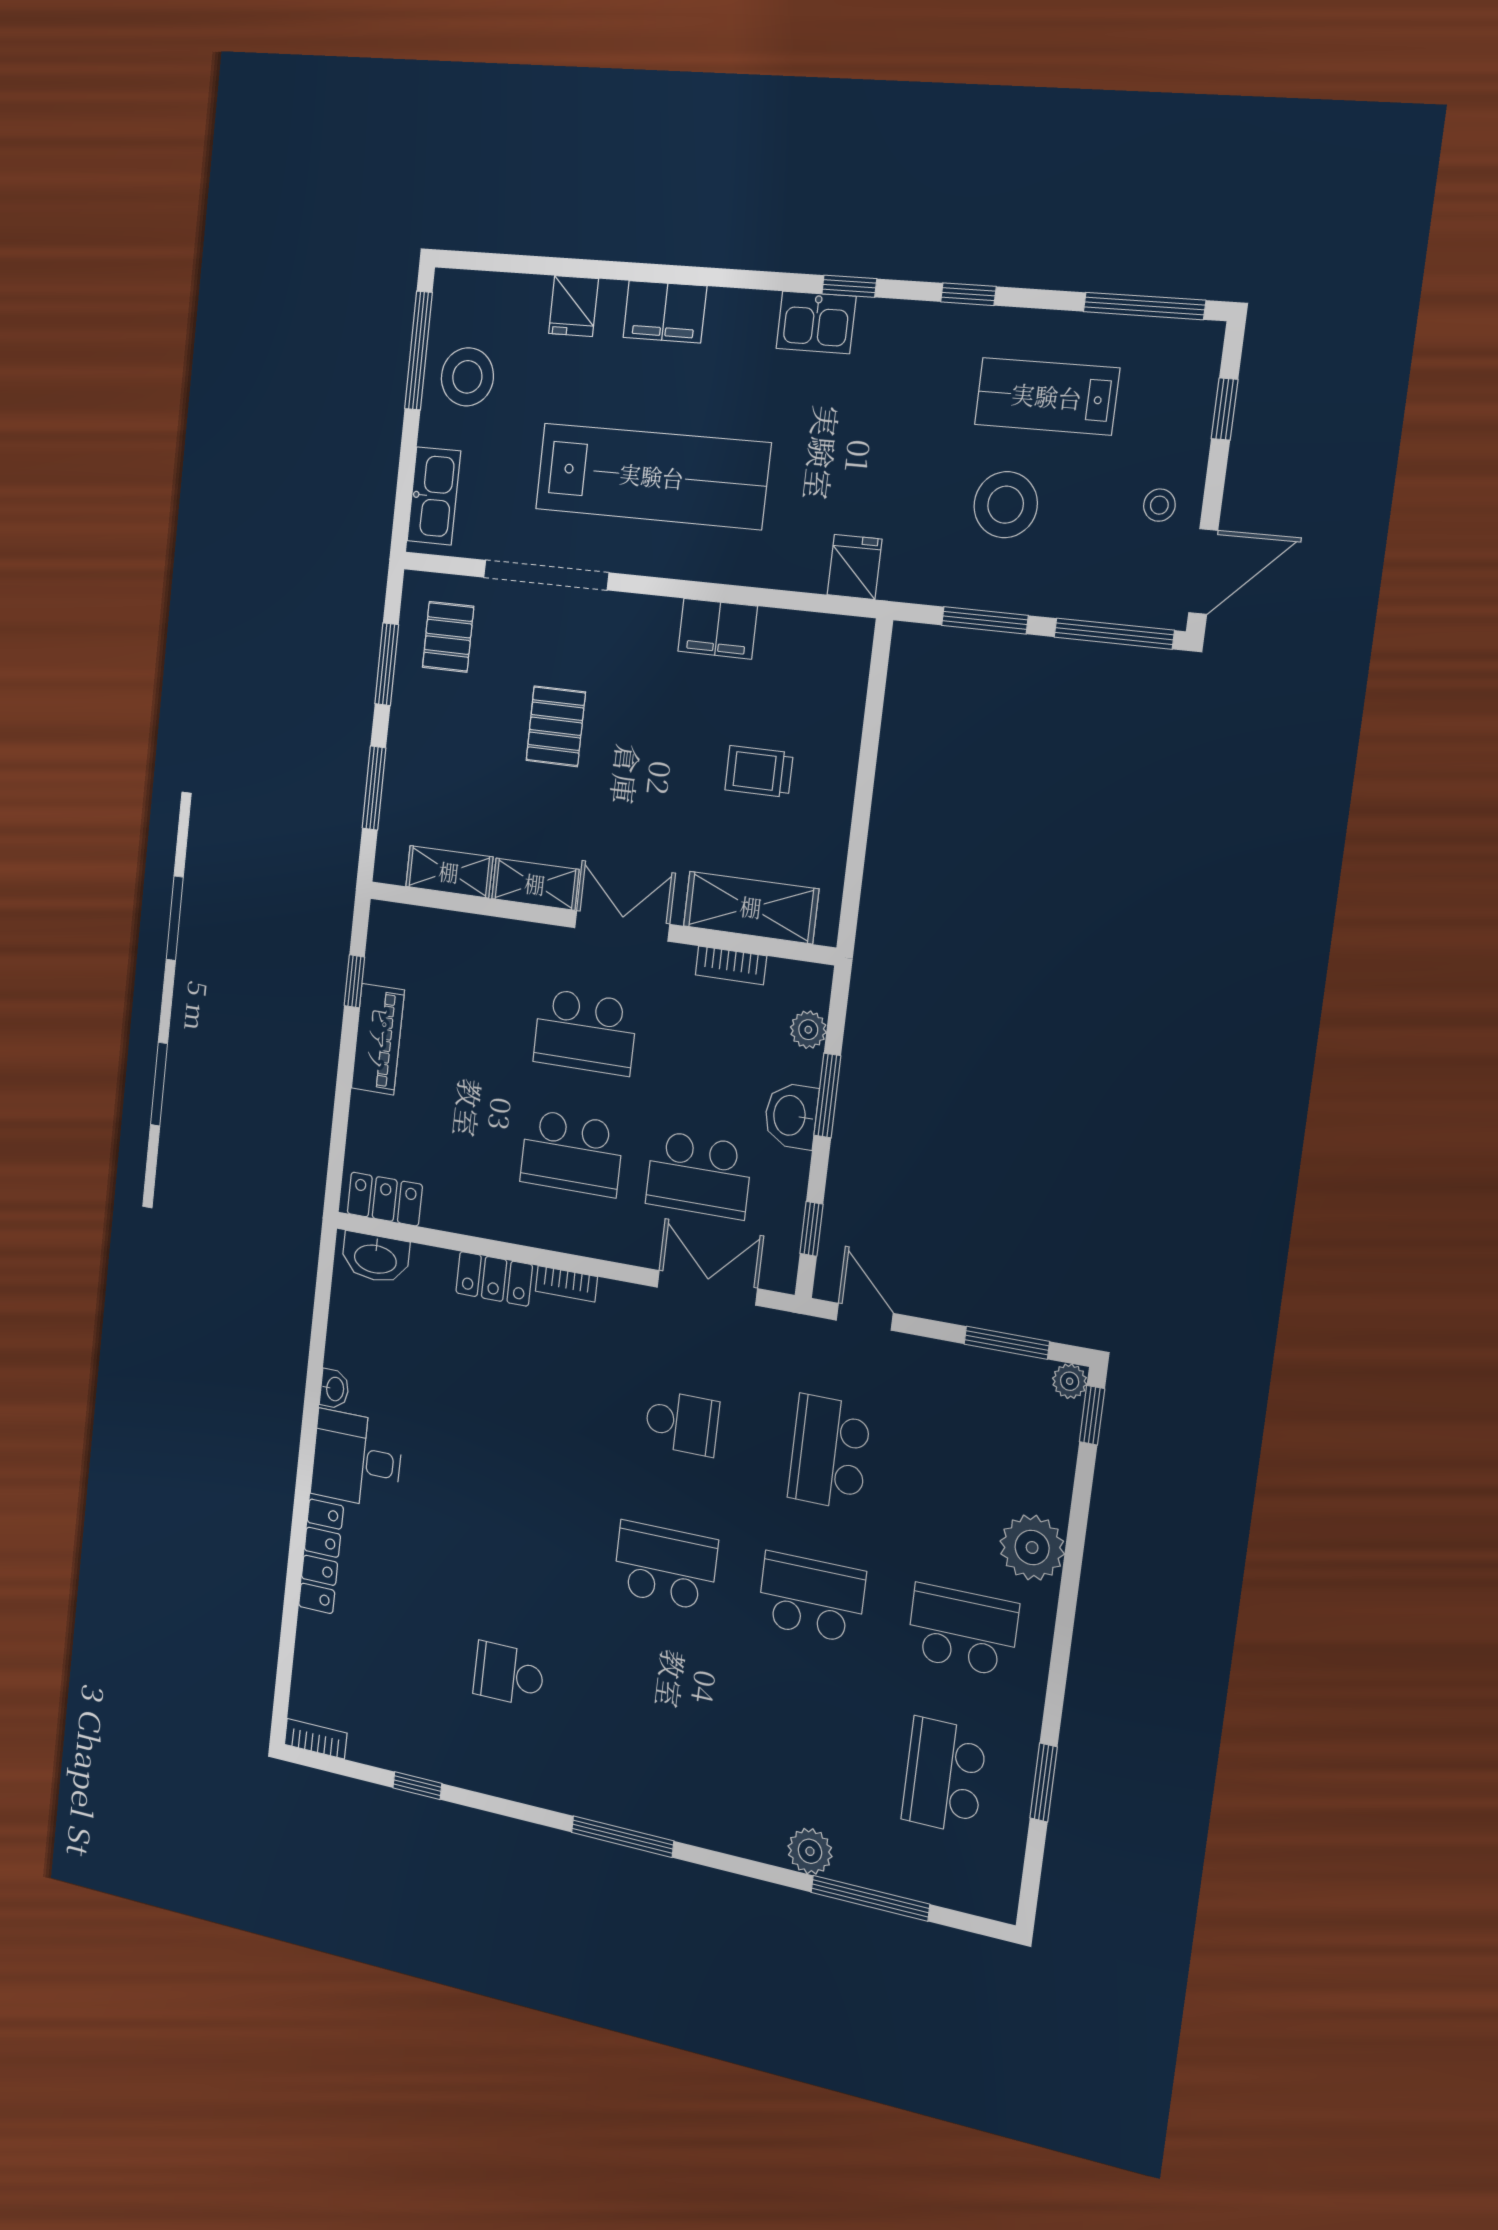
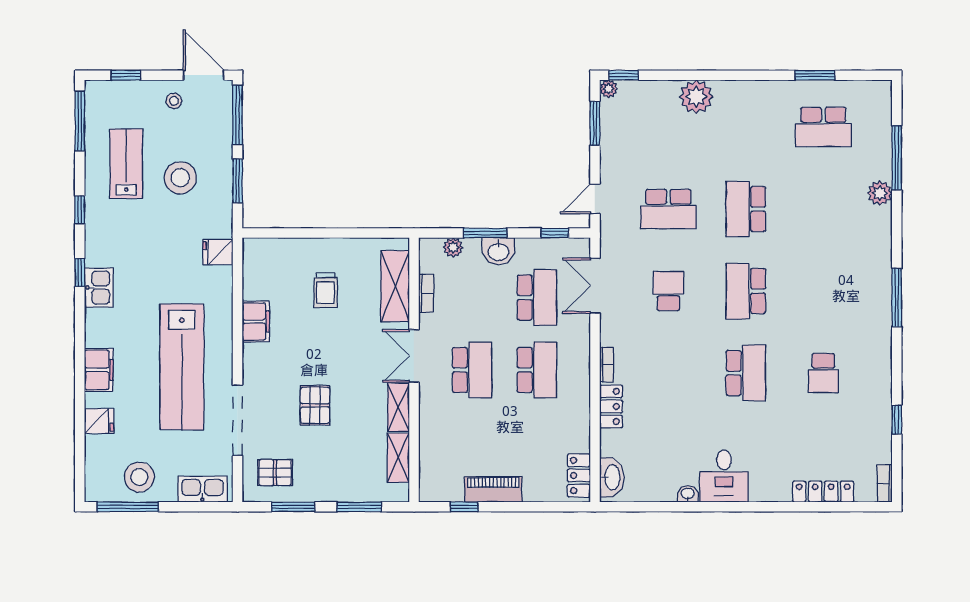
lab bench: (1047, 396) -> (126, 164), turned 180
lab bench: (652, 476) -> (182, 367), turned 180
pallet: (556, 726) -> (315, 405), turned 90
locker: (321, 1556) -> (823, 492), moved
school desk: (963, 1630) -> (746, 373), moved, turned 180

